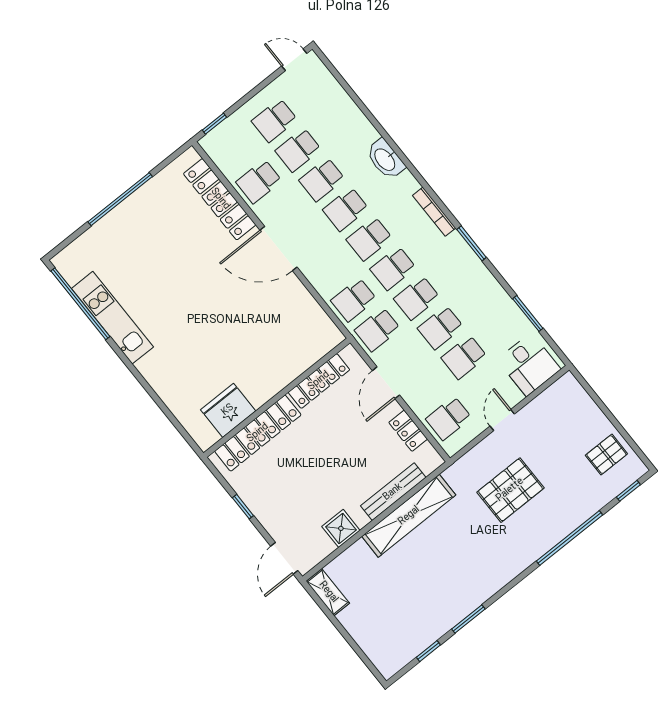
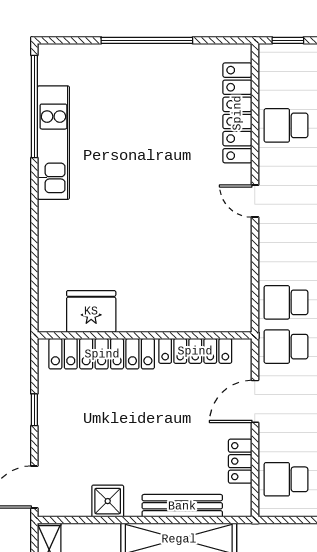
door: (279, 249) -> (255, 201), width x0.53

